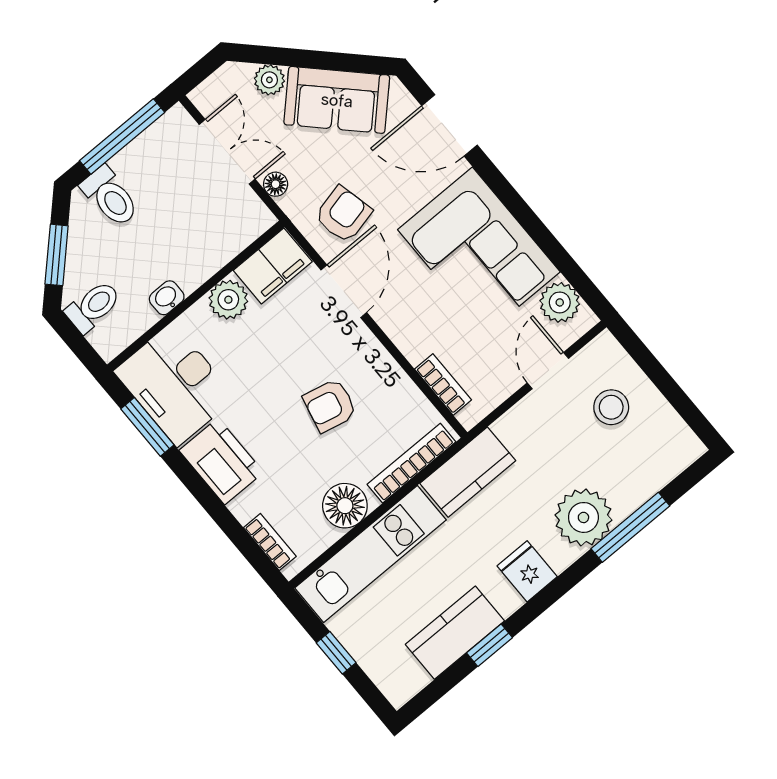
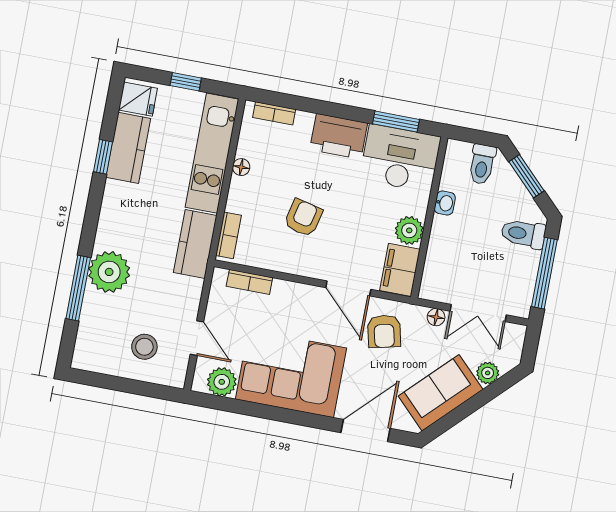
bookcase: (411, 463) -> (229, 235), width x0.64
floor lamp: (345, 506) -> (241, 167), width x0.53, depth x0.53
fridge: (527, 571) -> (138, 99), moved

